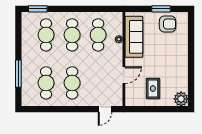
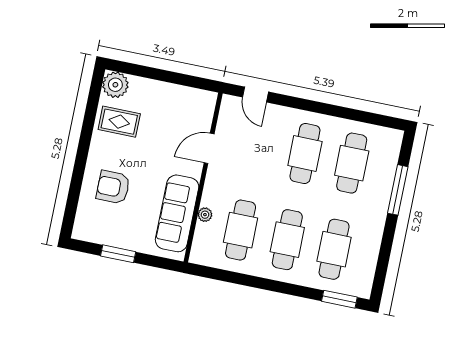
armchair: (168, 24) -> (113, 187), moved
rug: (153, 88) -> (119, 122), moved, turned 90
door: (105, 109) -> (256, 94), swing flipped

